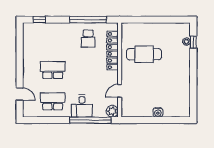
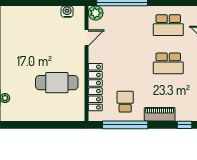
piano: (60, 28) -> (160, 114), added
desk: (82, 106) -> (133, 19), removed
water cooler: (158, 112) -> (67, 12), moved

